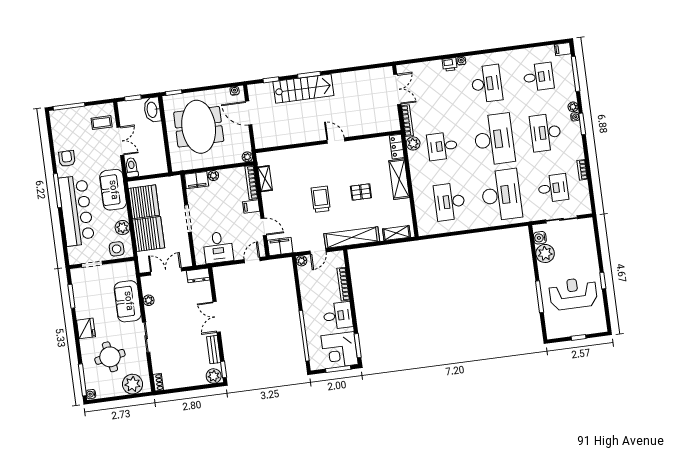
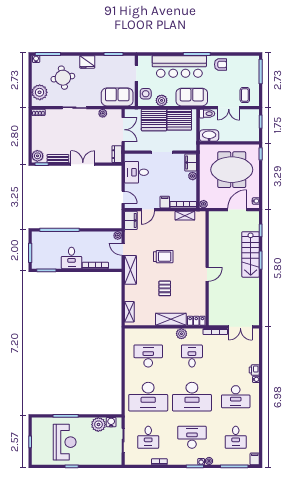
washbasin: (152, 110) -> (209, 136), moved
plant: (413, 143) -> (181, 334), moved
shelving: (352, 238) -> (131, 270), width x0.68
sofa: (128, 301) -> (117, 97), moved
corner desk: (340, 350) -> (45, 256), removed

